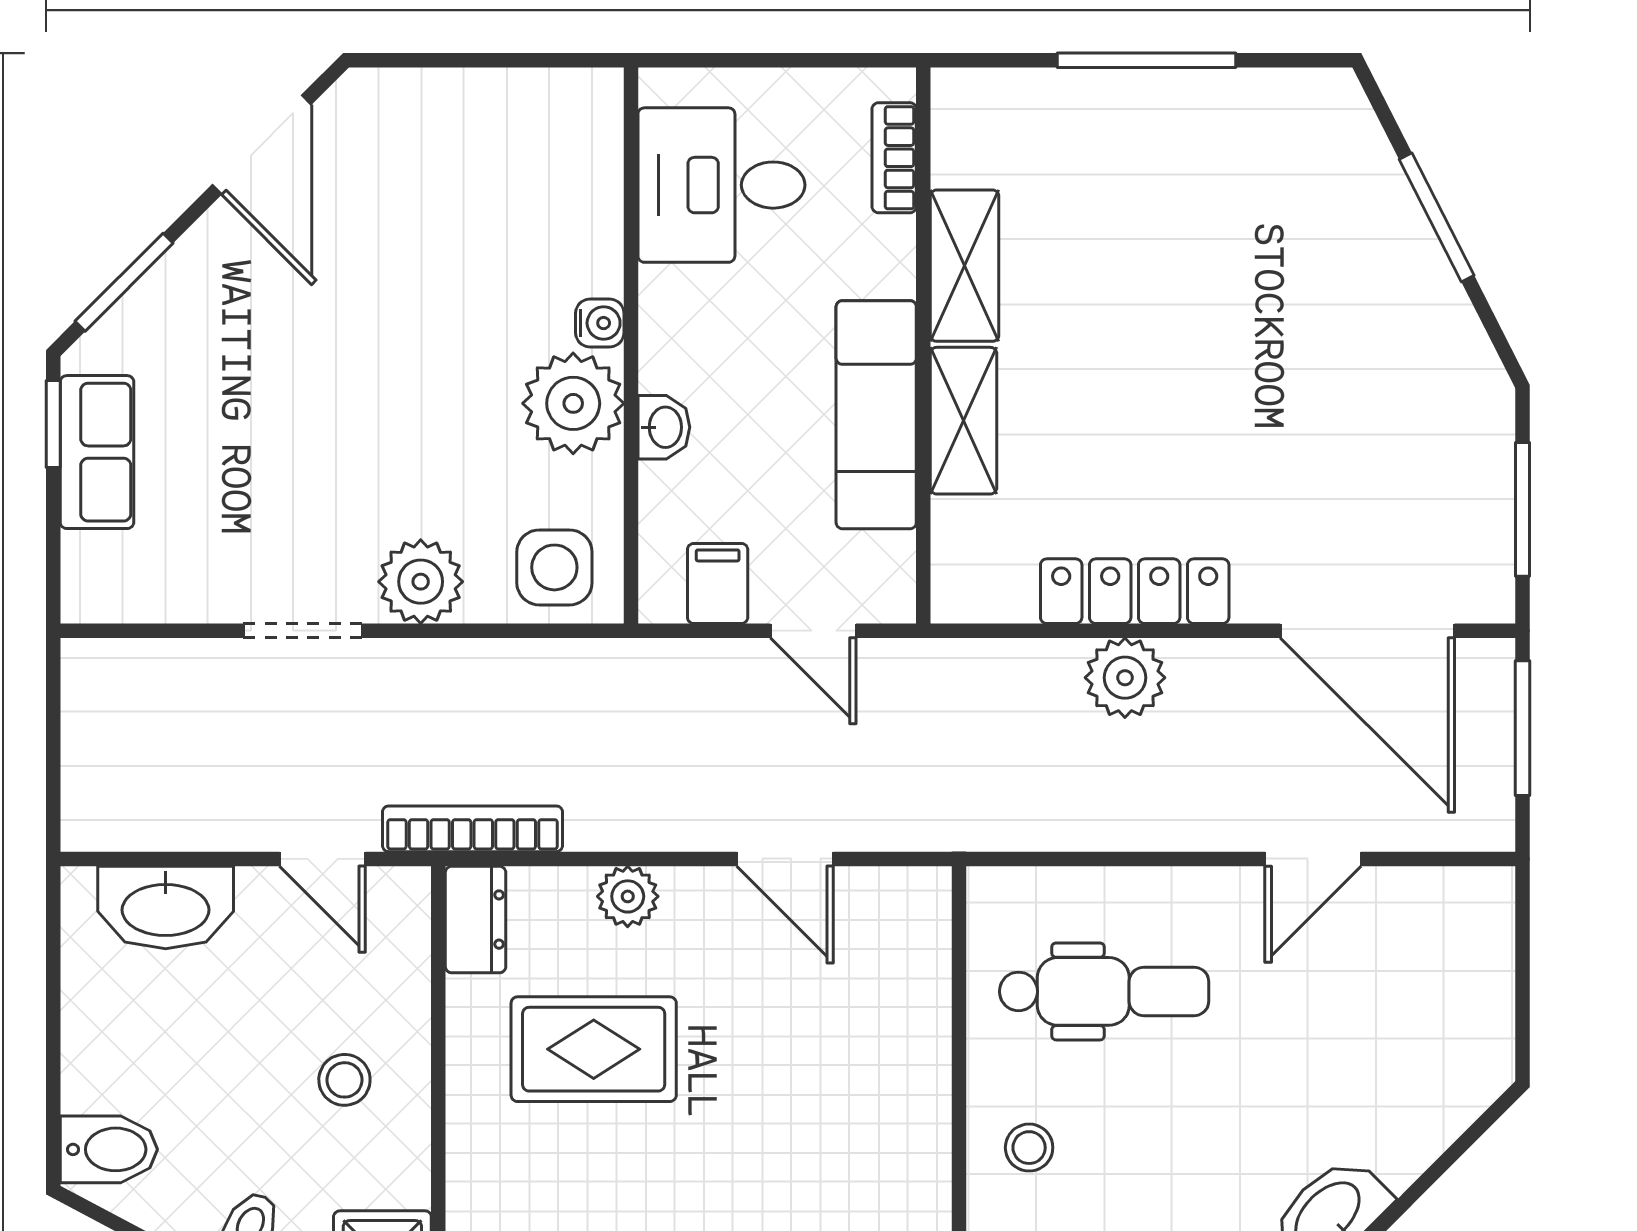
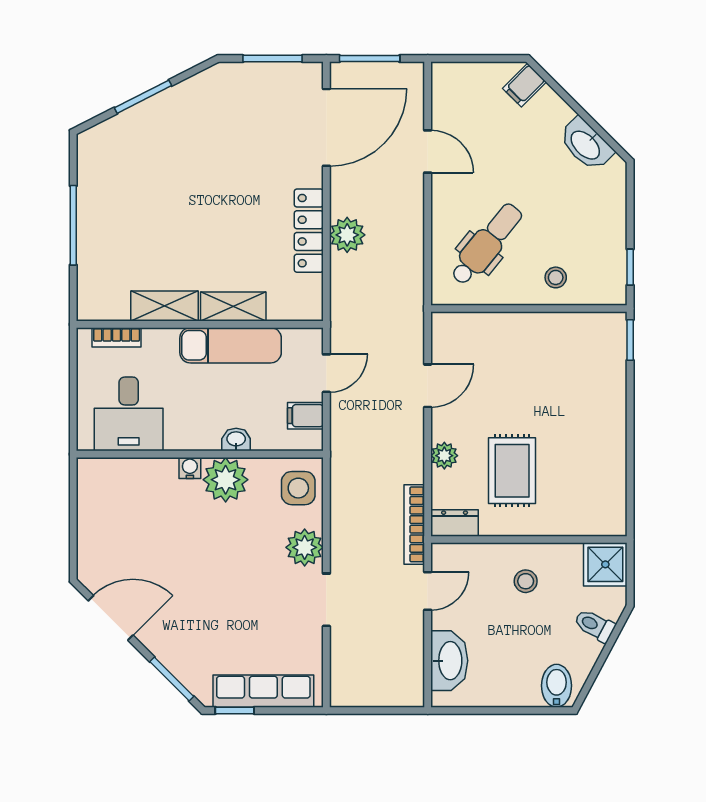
row of seats: (97, 452) -> (263, 691), width x1.48
dental chair: (1104, 991) -> (486, 244), turned 39
filing cabinet: (1463, 1077) -> (524, 85), added

